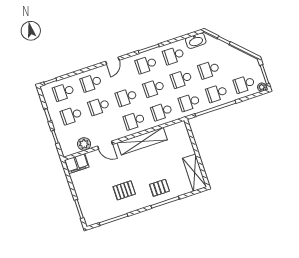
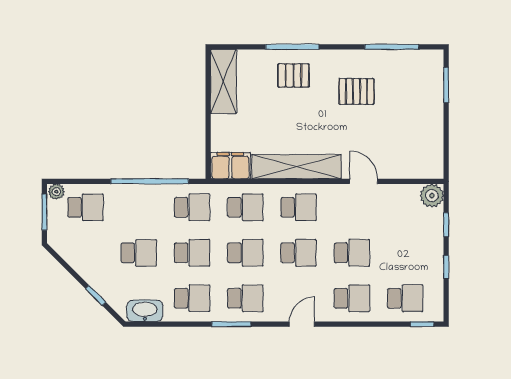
school desk: (217, 93) -> (139, 207), removed
school desk: (71, 115) -> (405, 253), removed
plant: (84, 144) -> (432, 196), moved
filing cabinet: (77, 164) -> (230, 166), moved

